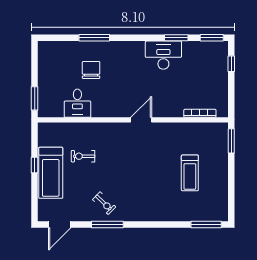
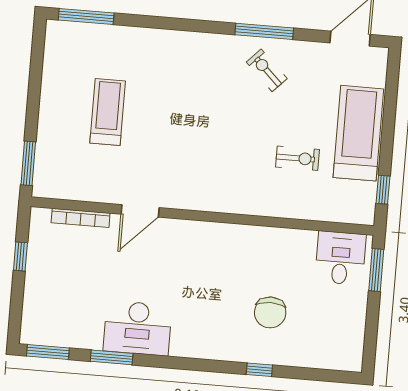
window: (94, 38) -> (259, 370), width x0.46
window: (231, 64) -> (20, 256), moved
desk: (77, 103) -> (341, 258), moved
door: (141, 120) -> (140, 211), moved
window: (35, 165) -> (383, 190), moved

